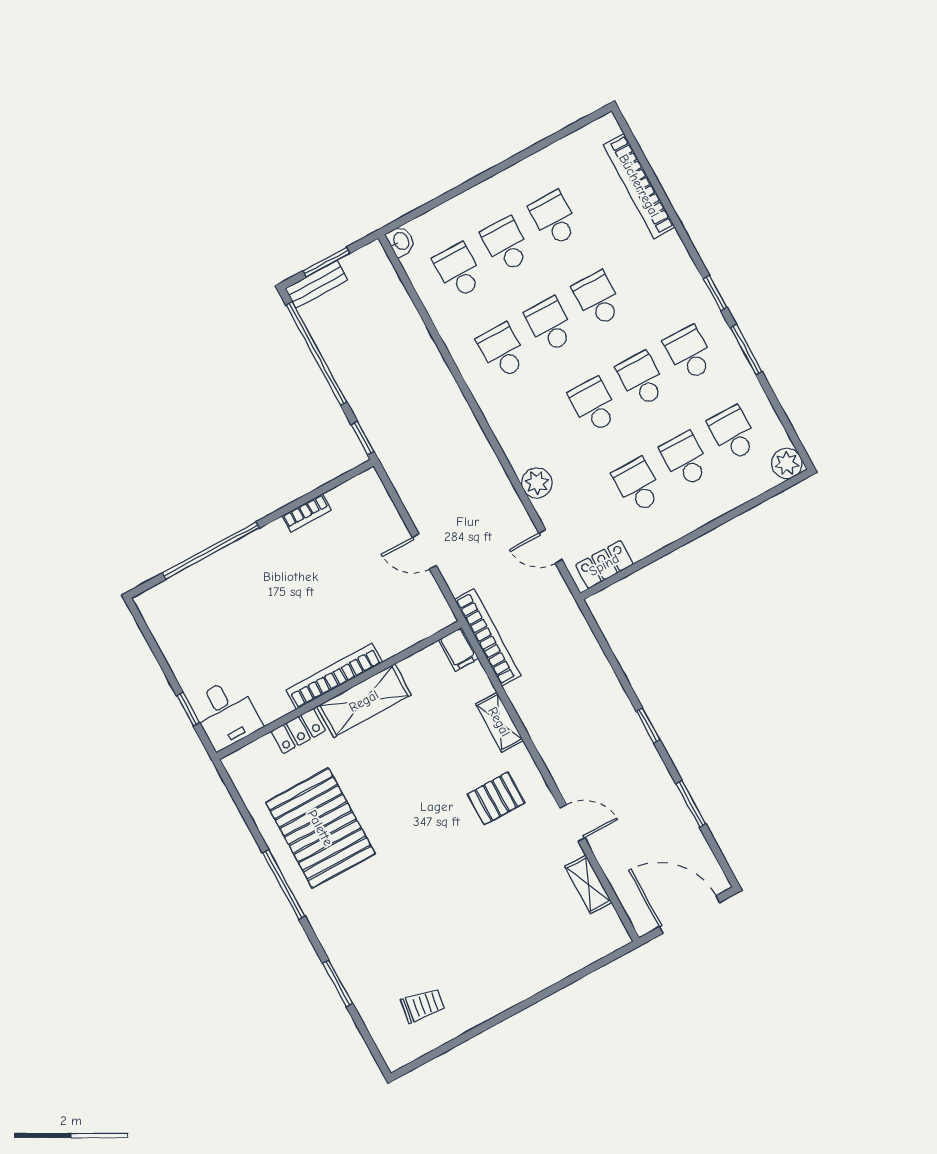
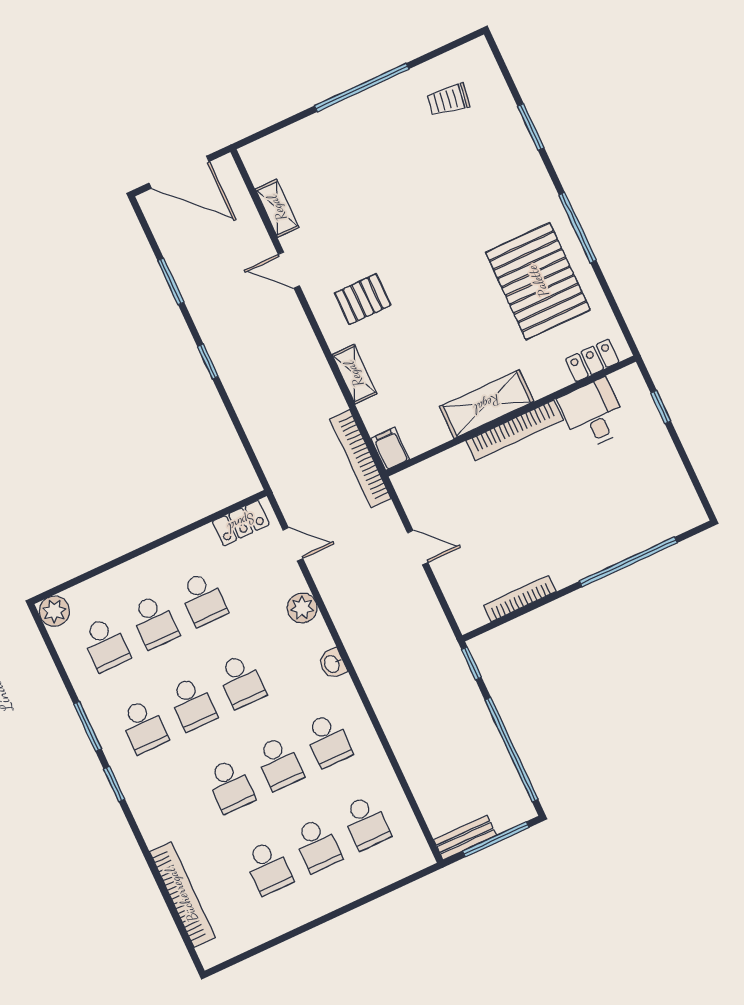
washbasin: (401, 241) -> (332, 664), moved
window: (326, 262) -> (496, 839), width x1.44
bench: (316, 284) -> (465, 838), moved
bookcase: (307, 513) -> (520, 598), width x1.56
desk: (226, 714) -> (593, 414), moved
locker: (298, 731) -> (592, 360), moved
window: (511, 1012) -> (362, 87), added

